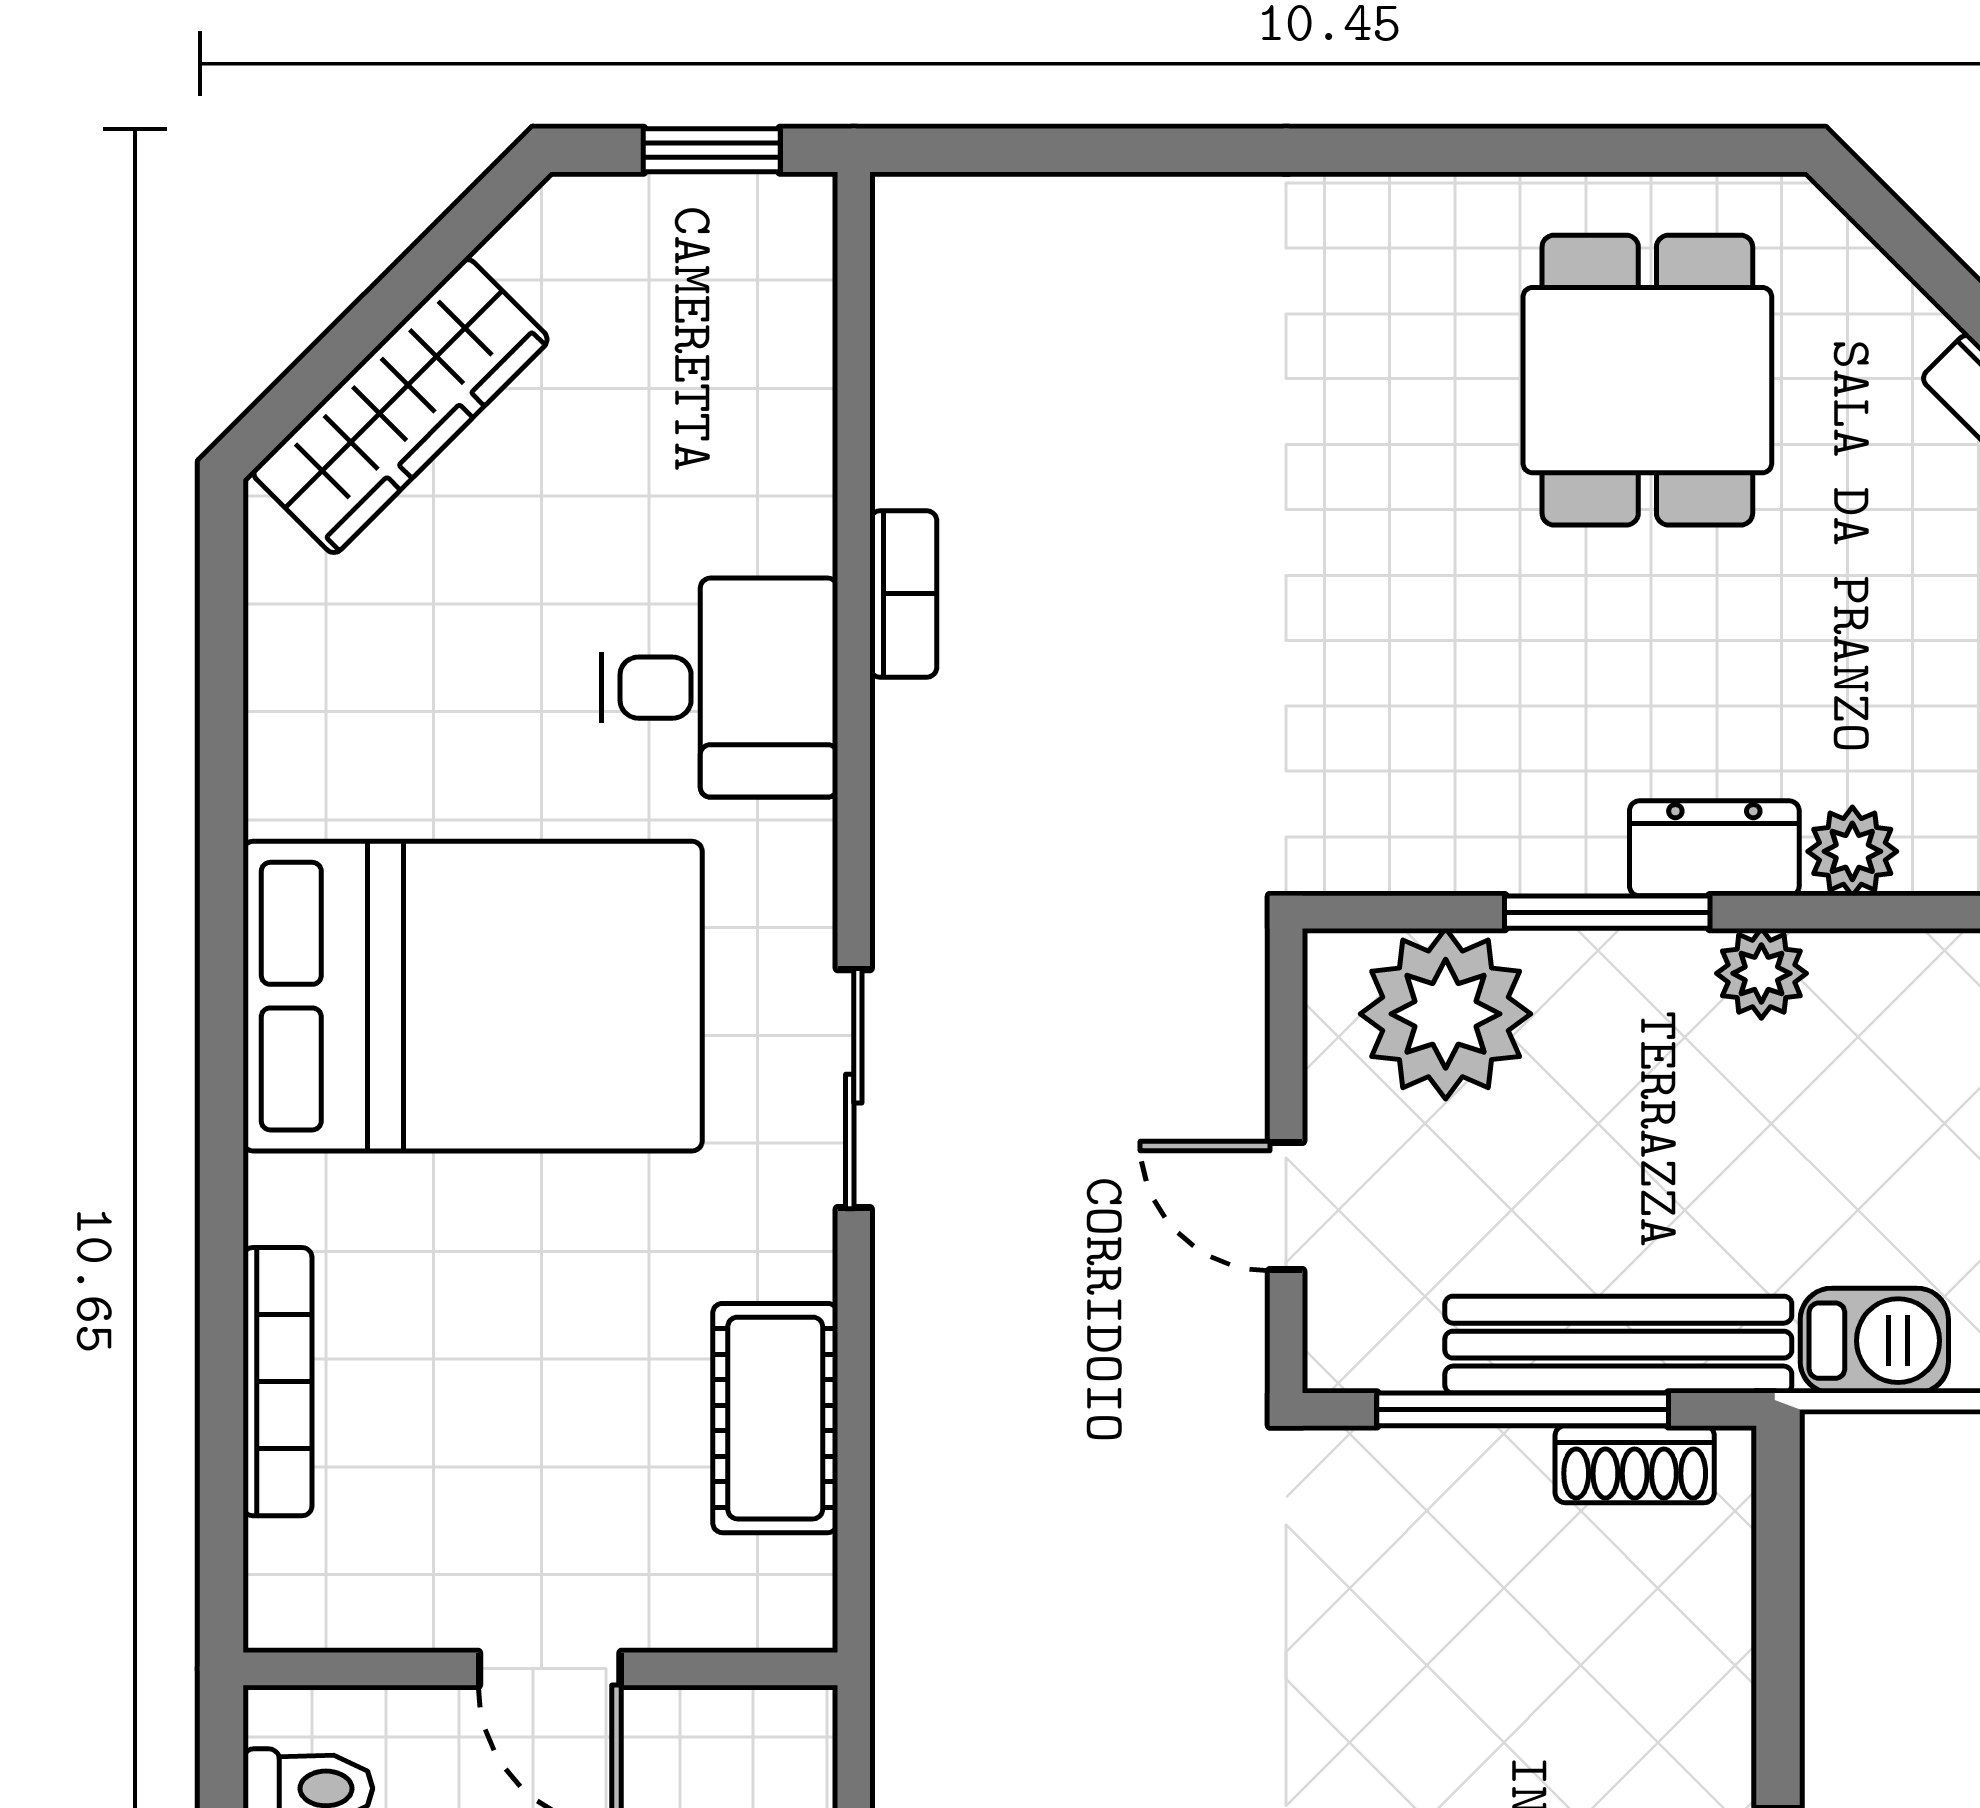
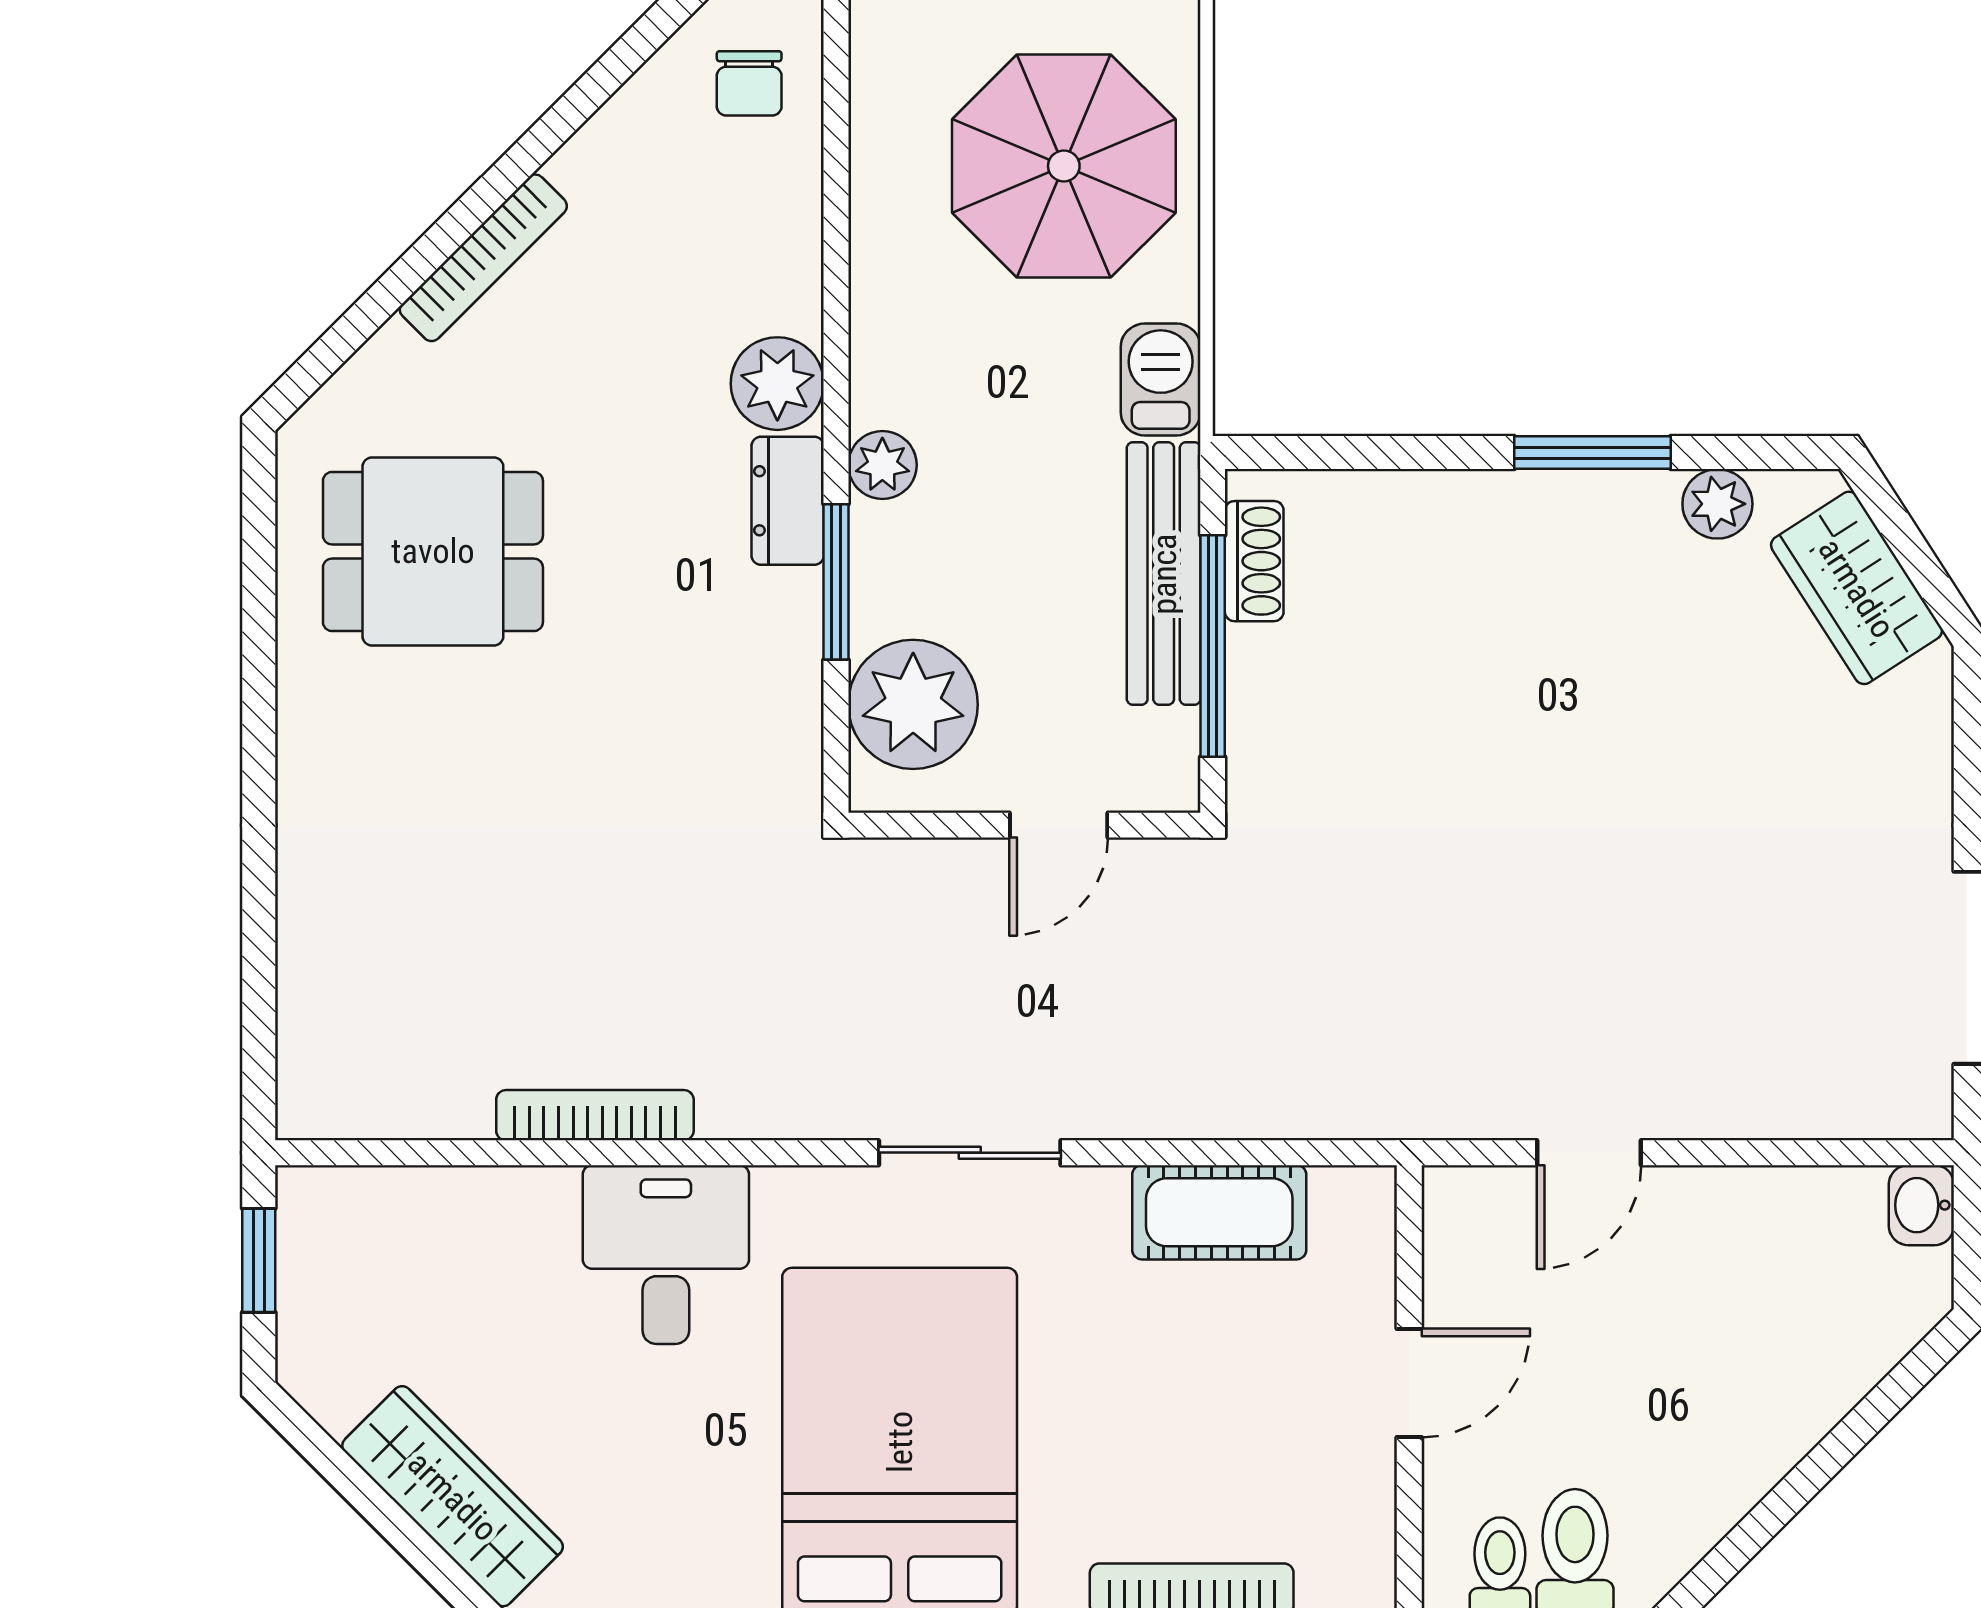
bookcase: (903, 594) -> (595, 1115), width x1.56
plant: (1852, 851) -> (777, 384), width x1.38, depth x1.38

